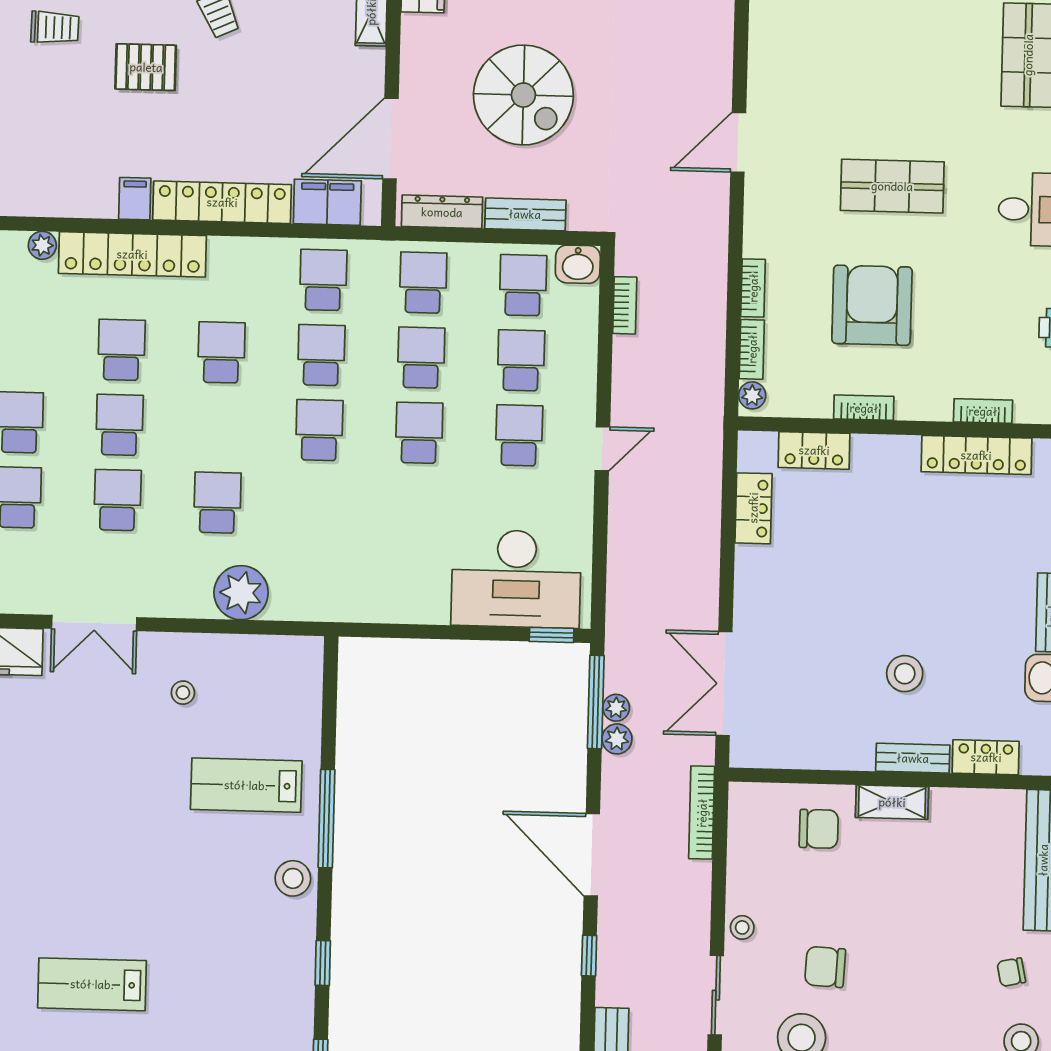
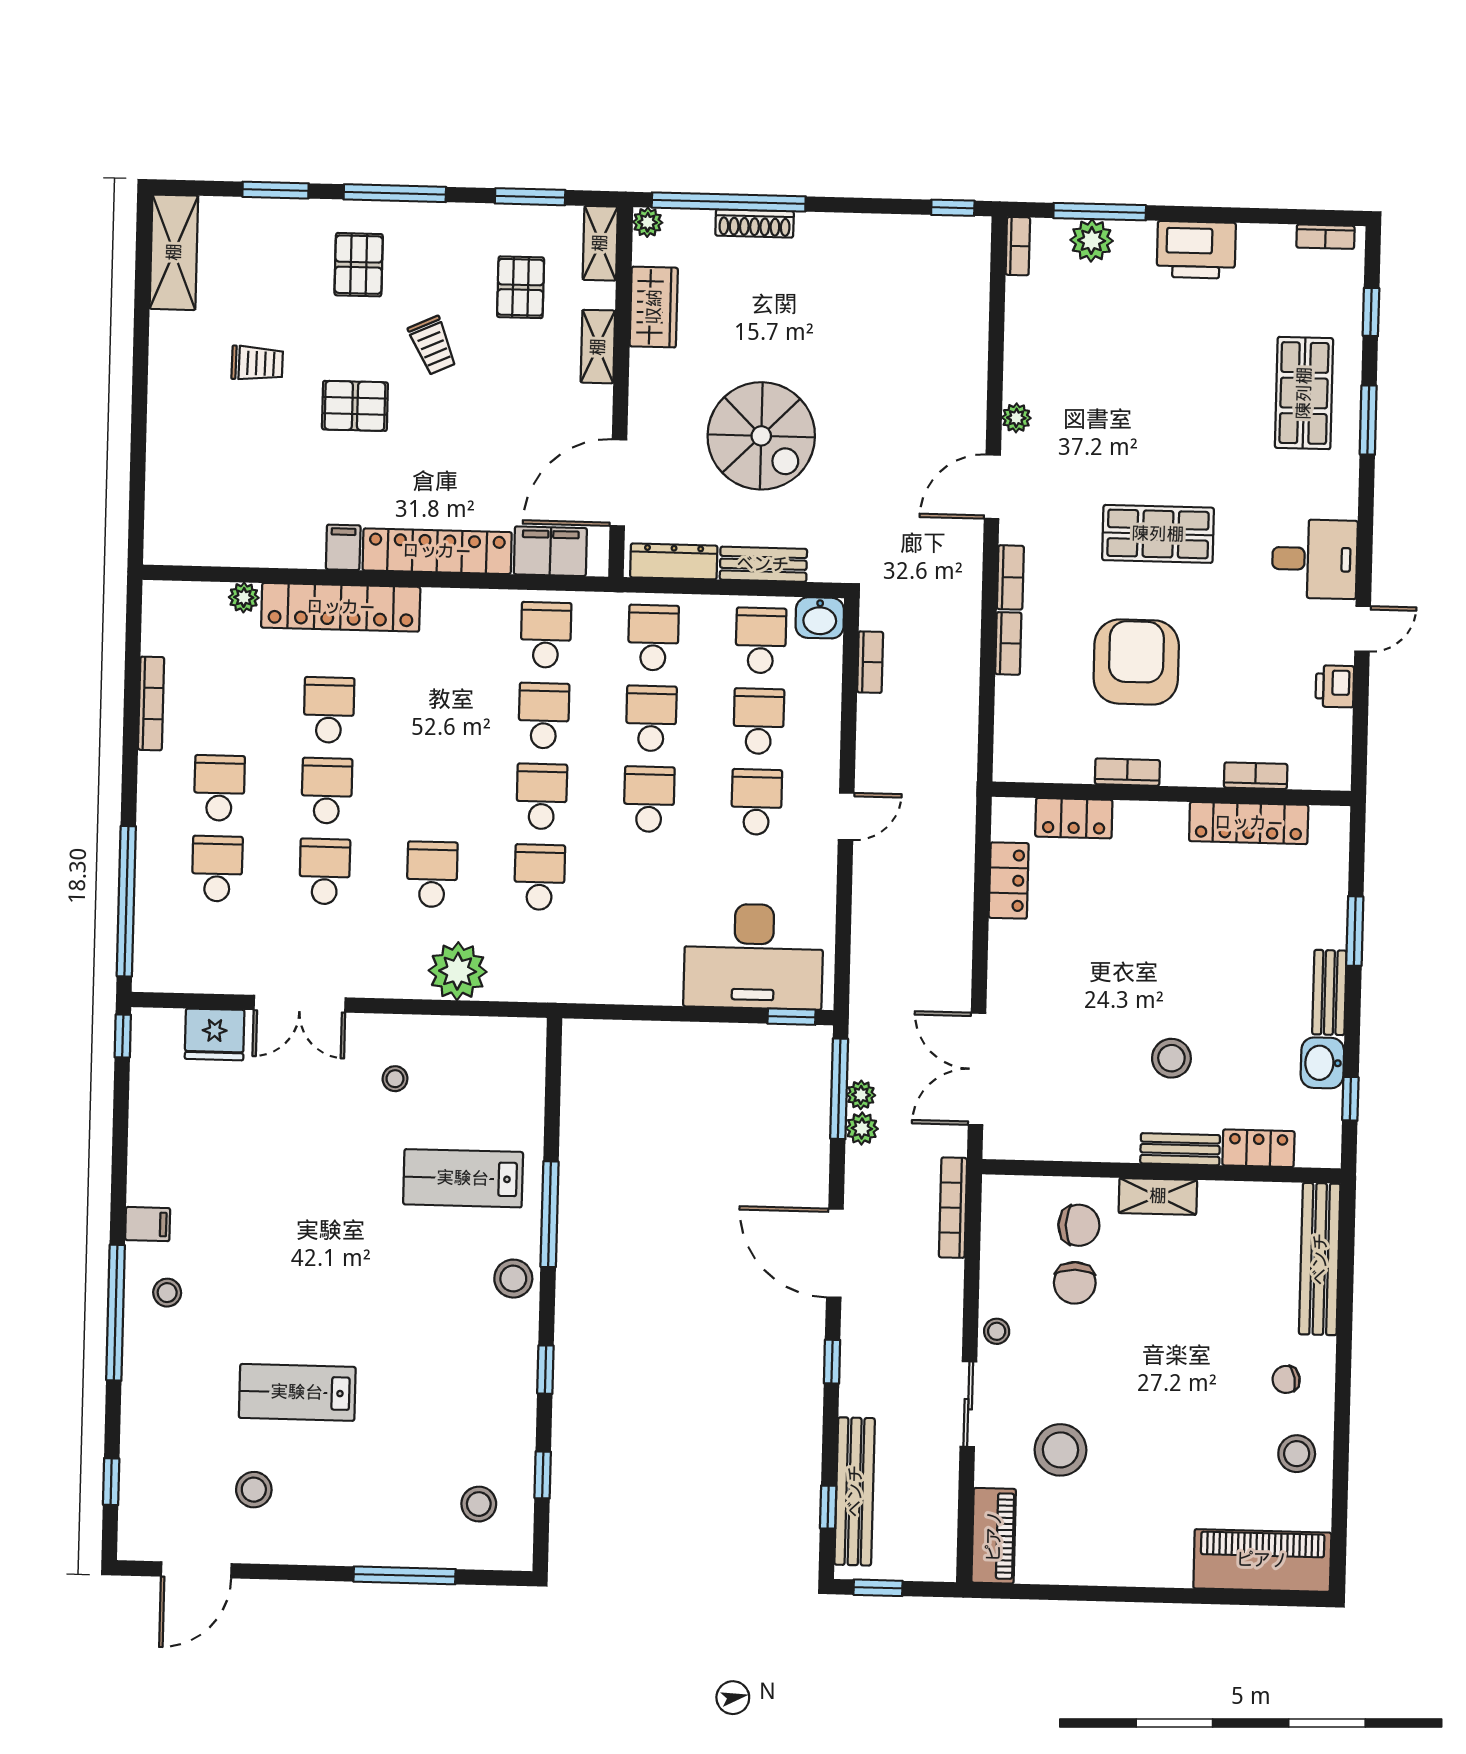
bookcase: (752, 349) -> (1010, 577), moved
school desk: (221, 352) -> (540, 877), moved
plant: (752, 395) -> (1016, 418), moved
chair: (825, 967) -> (1075, 1283), moved, turned -93

